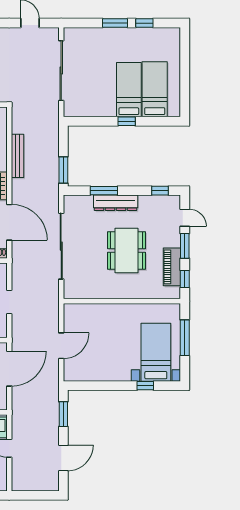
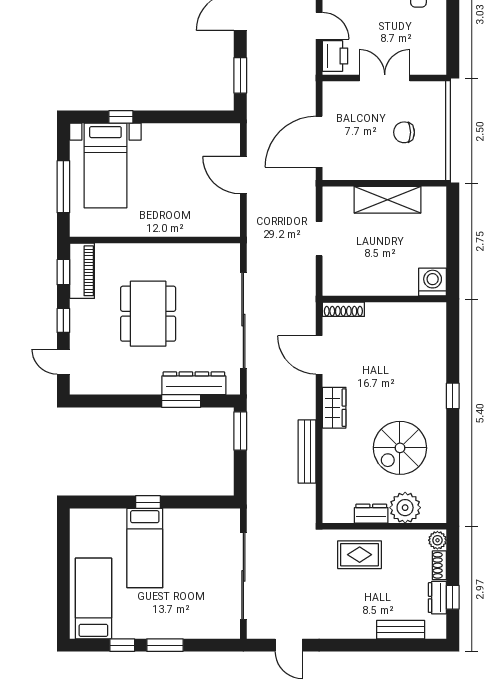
bed: (155, 89) -> (93, 599), moved, turned 180
window: (160, 191) -> (99, 401), removed
dresser: (116, 203) -> (194, 383), moved
door: (9, 222) -> (319, 355), width x0.73
window: (185, 246) -> (63, 320), width x0.67
piano: (172, 267) -> (82, 271), moved
door: (61, 346) -> (243, 175), hinge flipped

